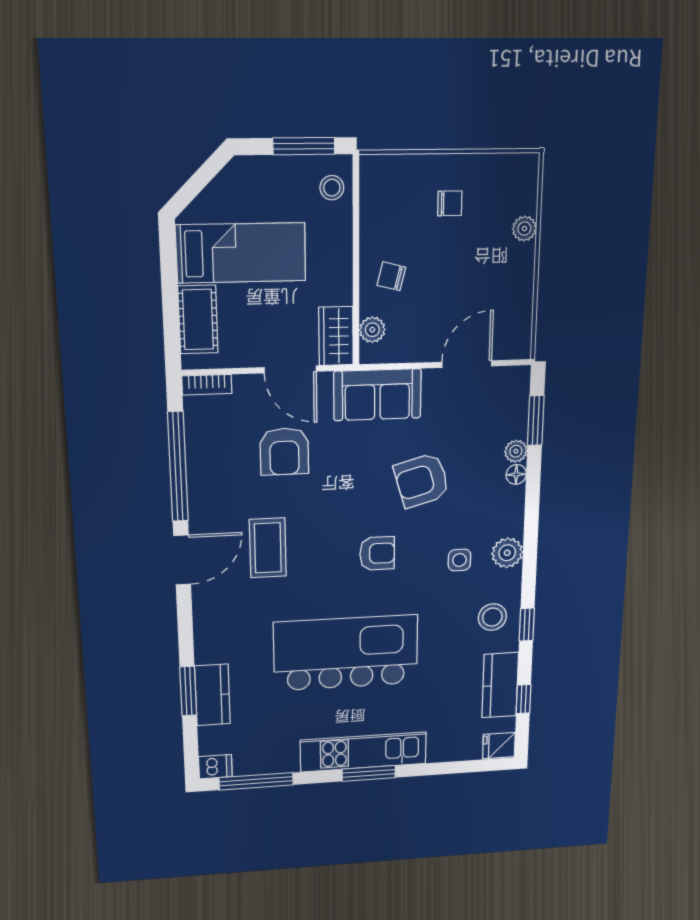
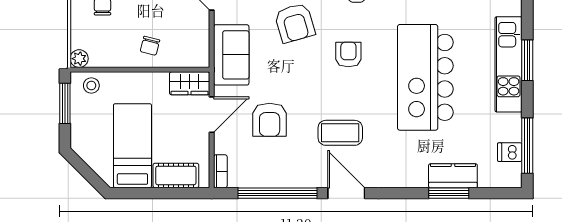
plant: (372, 330) -> (79, 59), moved
armchair: (284, 452) -> (270, 120), turned 90
dishwasher: (215, 767) -> (510, 152), moved, turned -90

